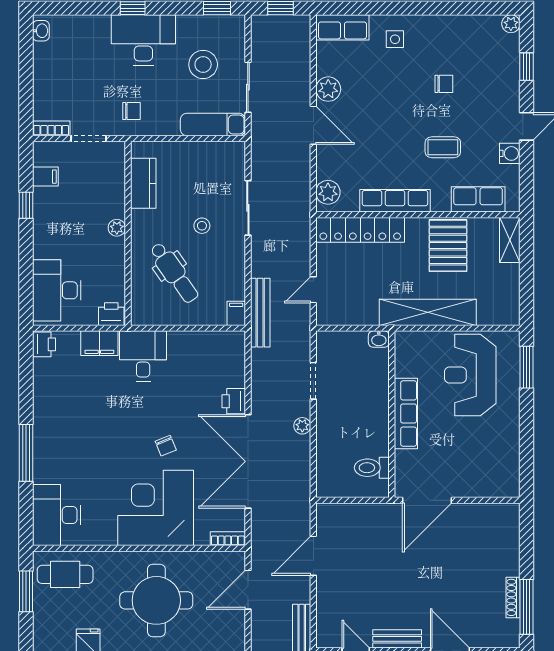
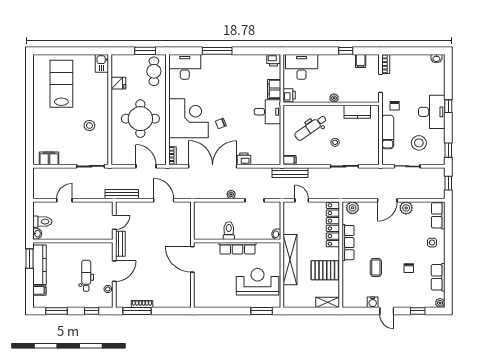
exam couch: (213, 125) -> (388, 132), moved
row of seats: (478, 199) -> (438, 277), moved, turned 180
toilet: (372, 468) -> (229, 231), moved

